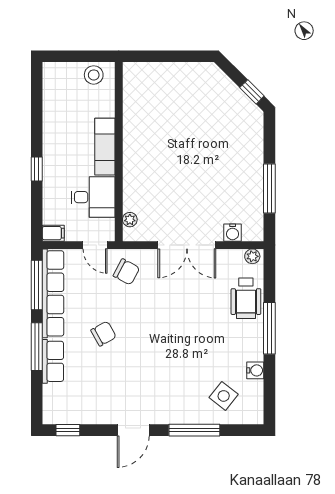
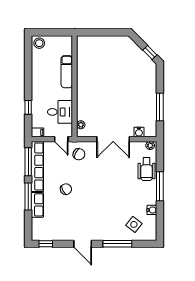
stool: (94, 75) -> (39, 43), moved
exam couch: (105, 147) -> (67, 72), moved
window: (37, 169) -> (28, 107), moved
door: (133, 430) -> (83, 244), hinge flipped

